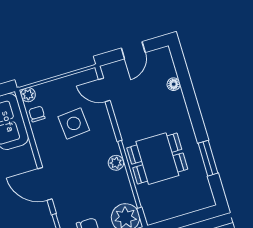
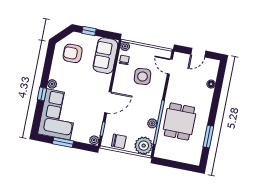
dining table: (157, 159) -> (179, 122), turned 90
plant: (116, 163) -> (152, 123), moved
door: (45, 184) -> (108, 102), swing flipped

